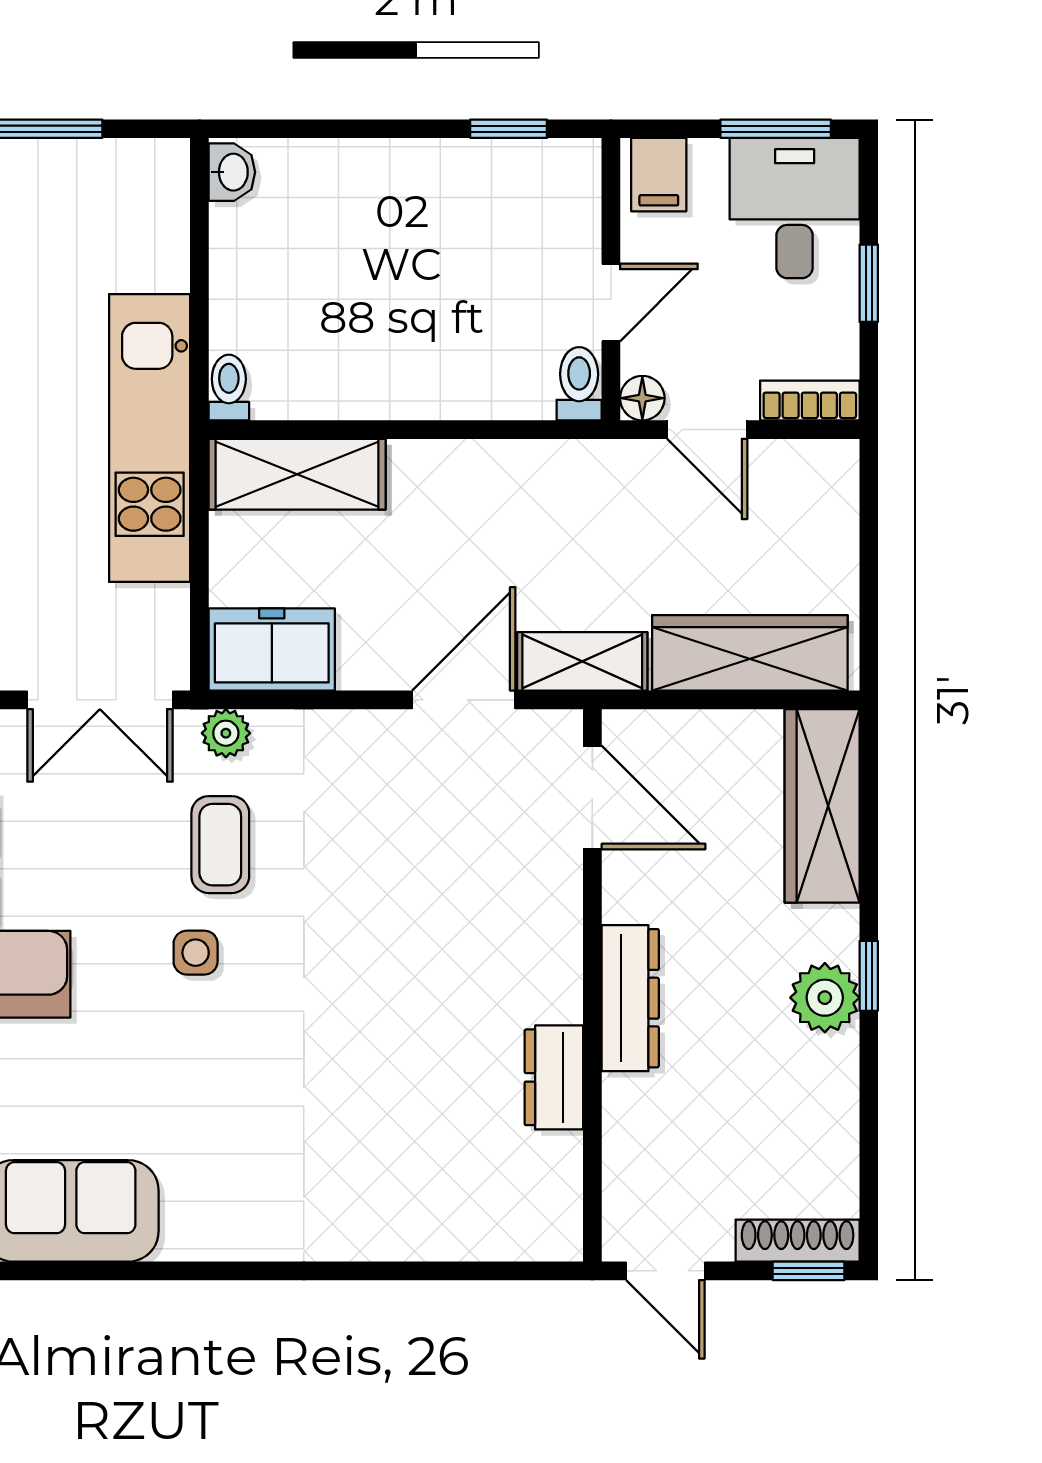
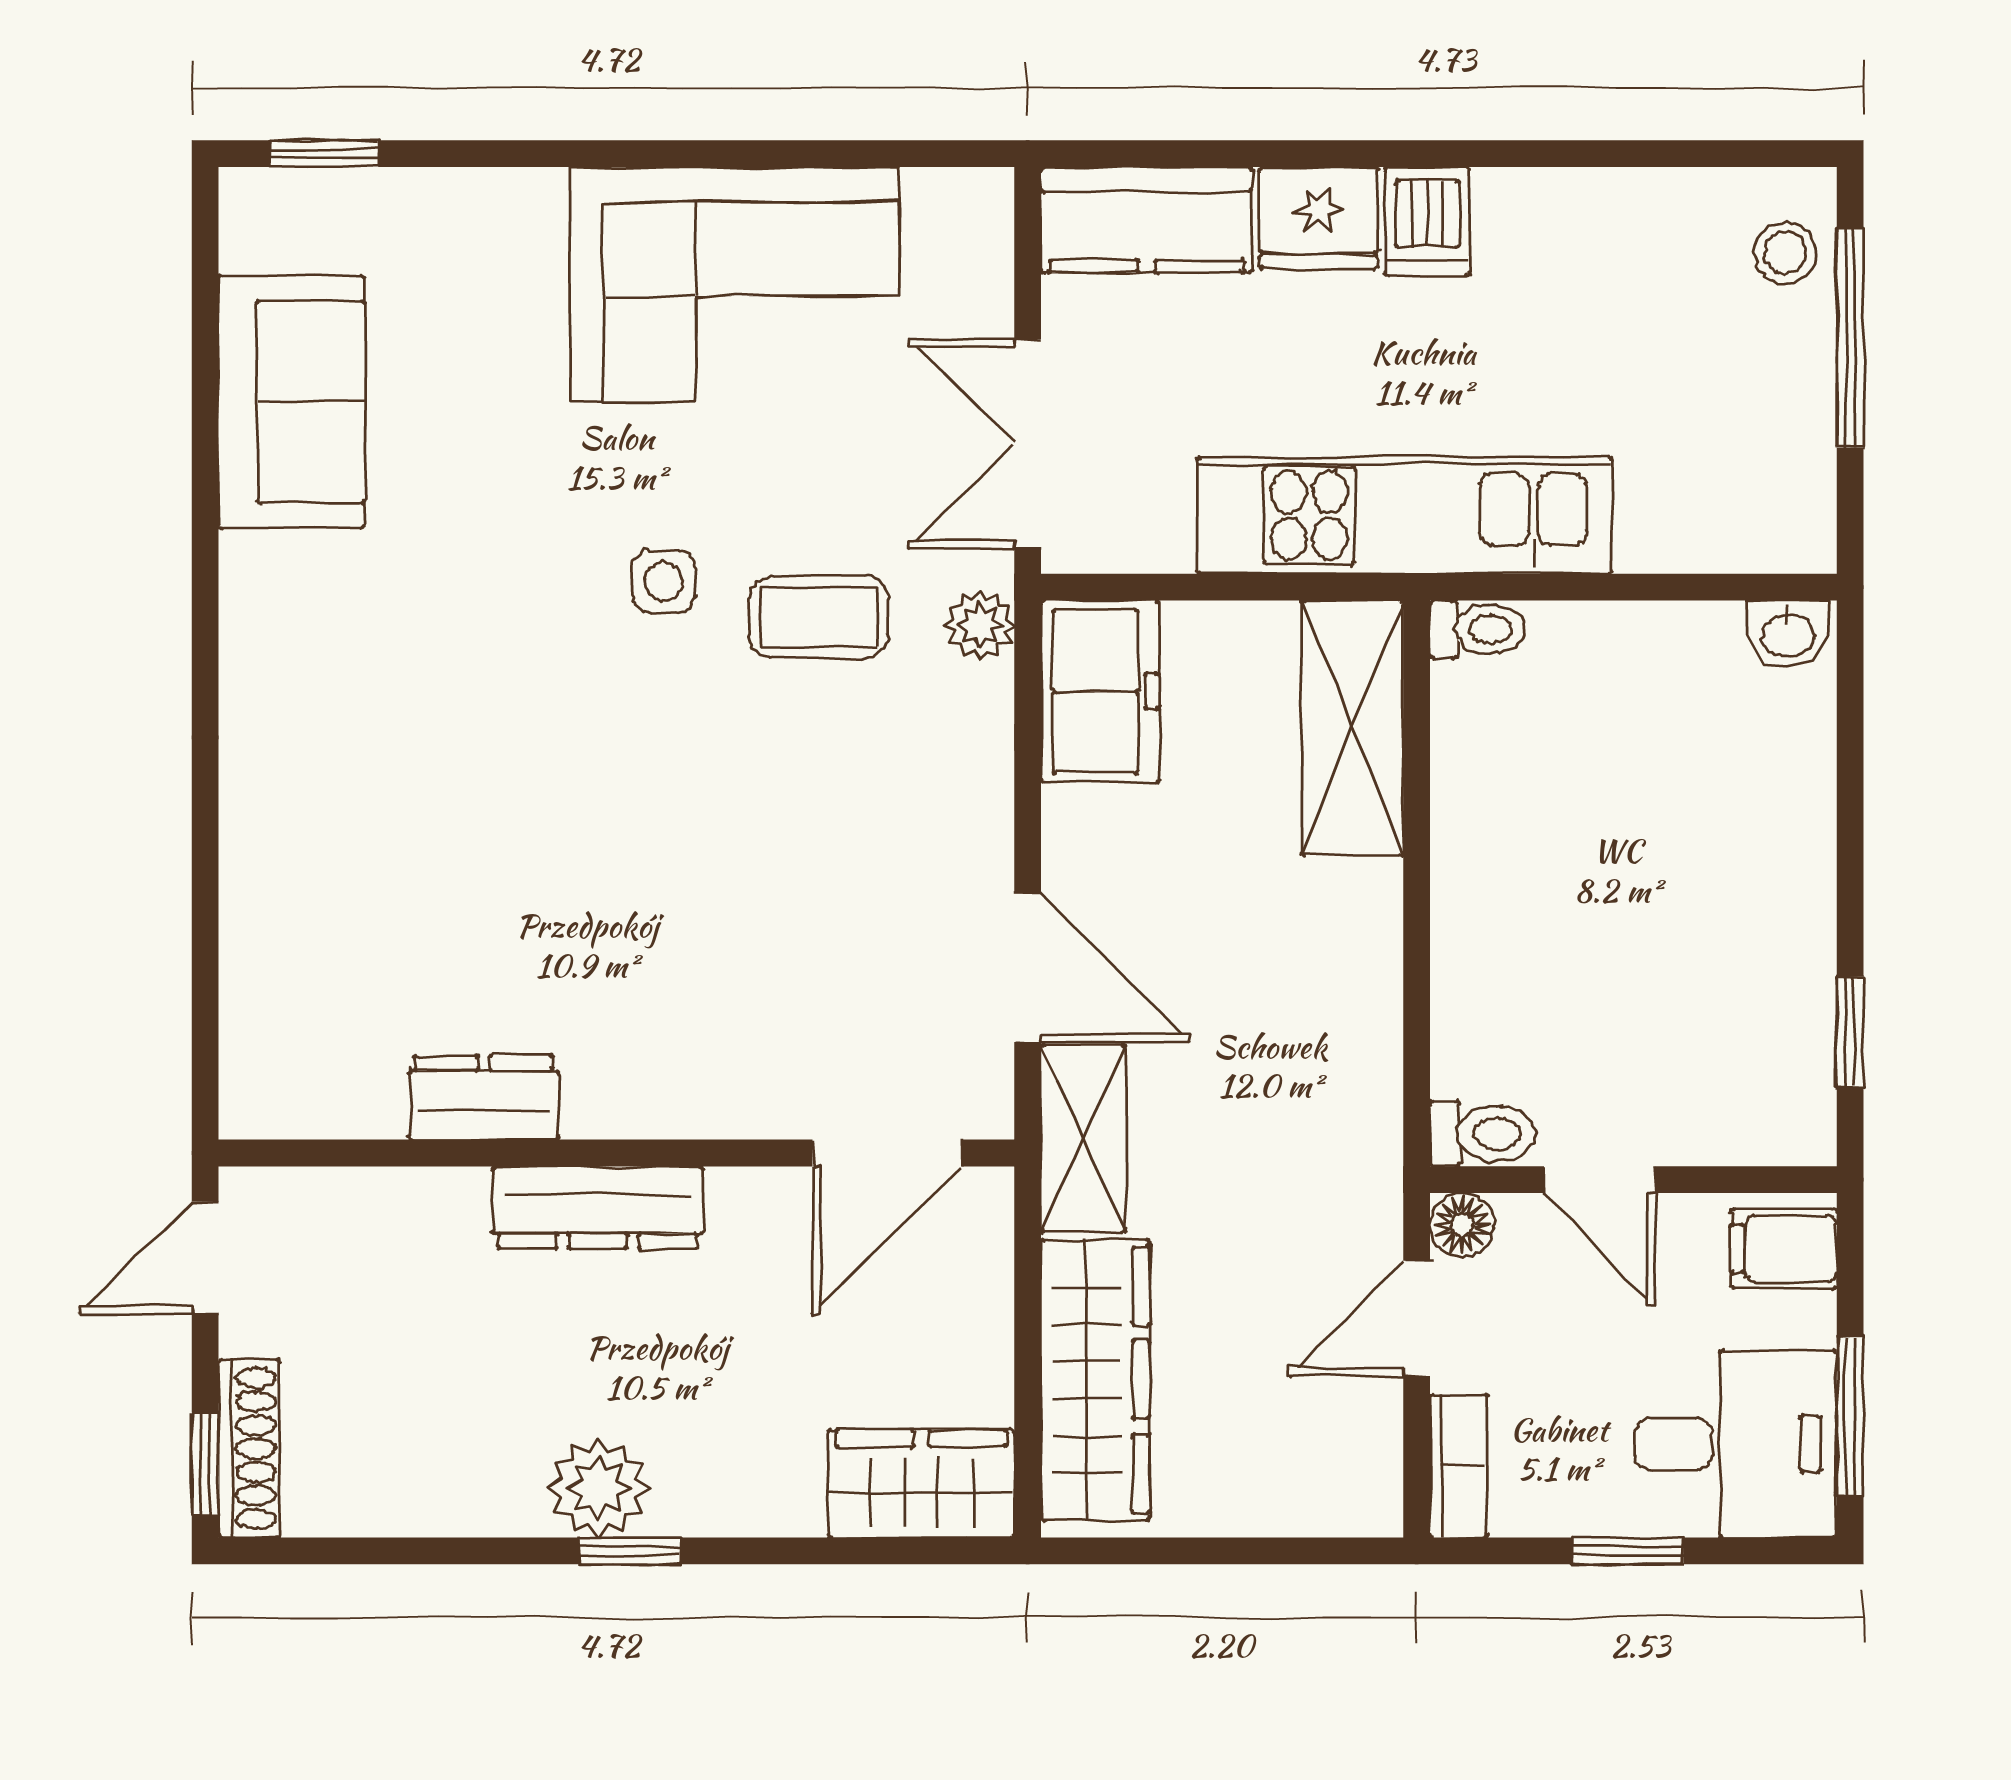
wardrobe: (822, 806) -> (921, 1484), width x0.67

